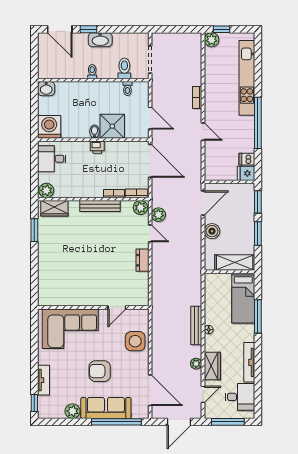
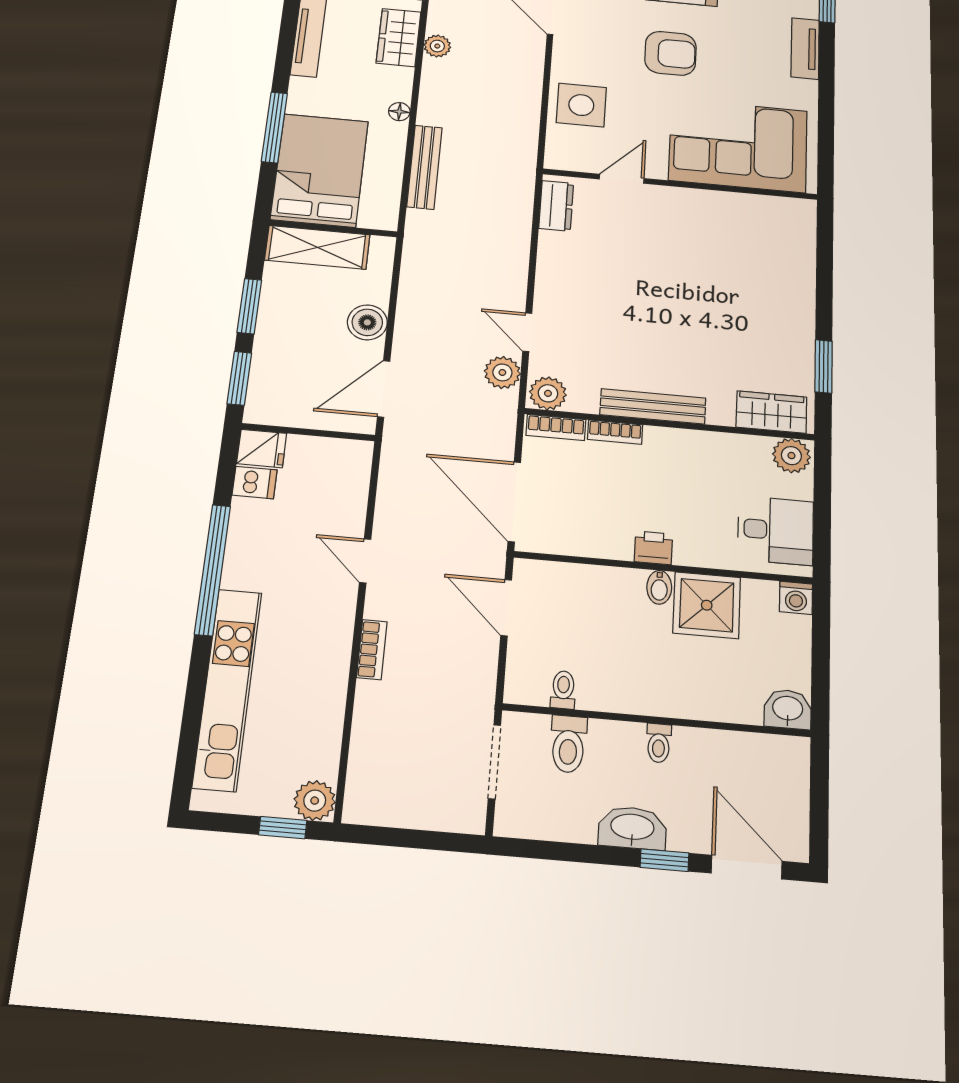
shower: (112, 126) -> (707, 605), moved
washing machine: (49, 127) -> (796, 598), width x0.53, depth x0.53
dresser: (142, 260) -> (556, 206), moved
bed: (243, 298) -> (320, 170), width x1.50
bench: (196, 326) -> (424, 167), moved

